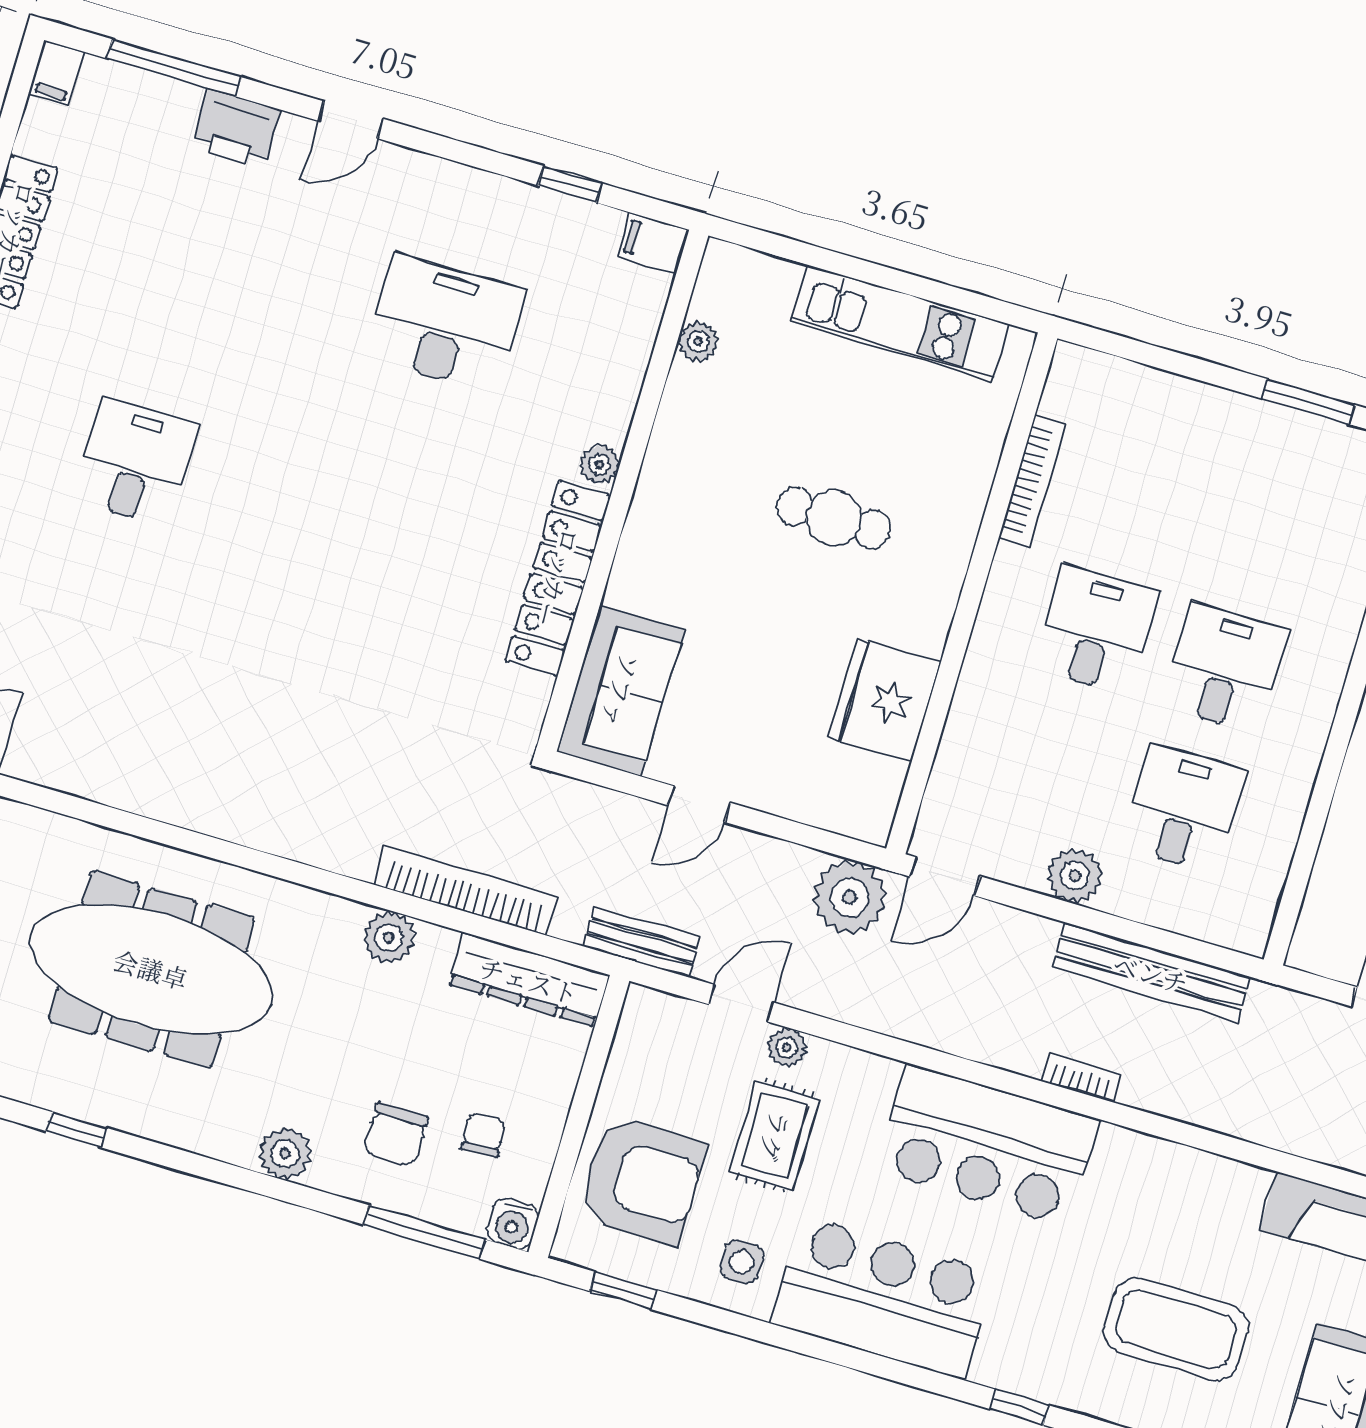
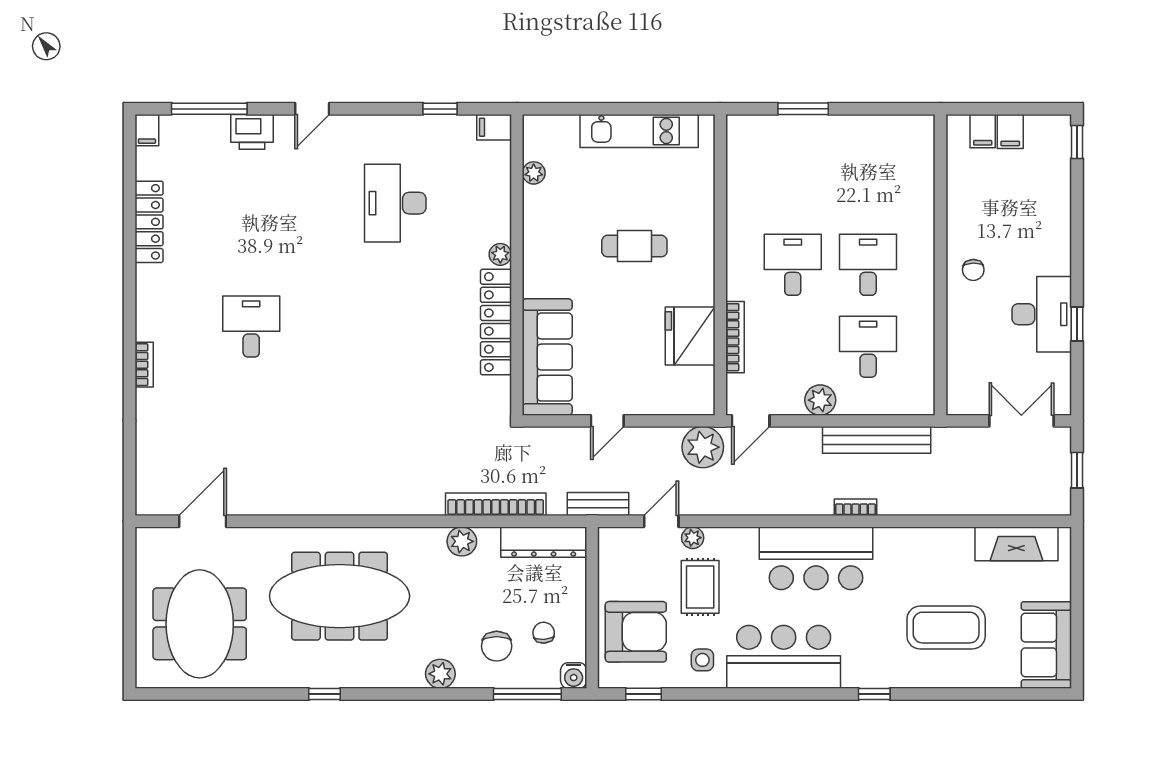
desk: (445, 323) -> (395, 203), turned -90
window: (1308, 402) -> (803, 109), moved
bookcase: (1032, 481) -> (735, 337), moved
sofa: (621, 691) -> (547, 357), width x1.36

